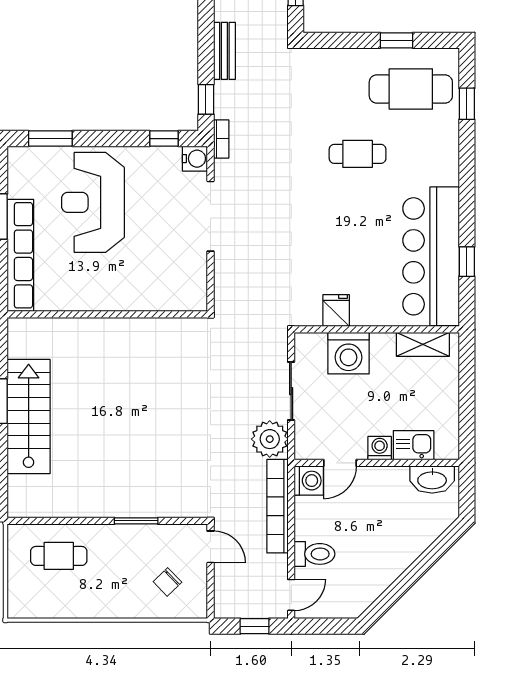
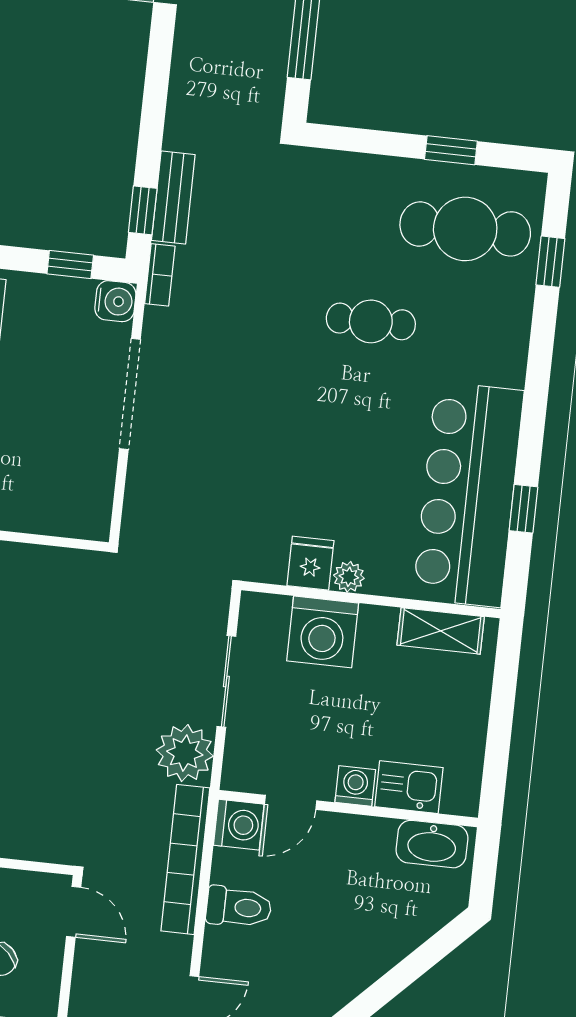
bench: (224, 51) -> (173, 198), moved
plant: (361, 317) -> (349, 577), added
toilet: (314, 554) -> (239, 907), moved

